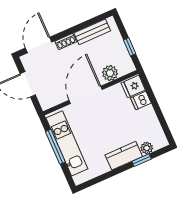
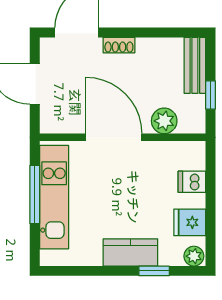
bench: (92, 32) -> (195, 65), moved, turned 90
fridge: (133, 86) -> (190, 222), moved
door: (86, 95) -> (114, 137), hinge flipped
plant: (147, 148) -> (194, 256), moved

